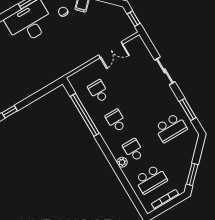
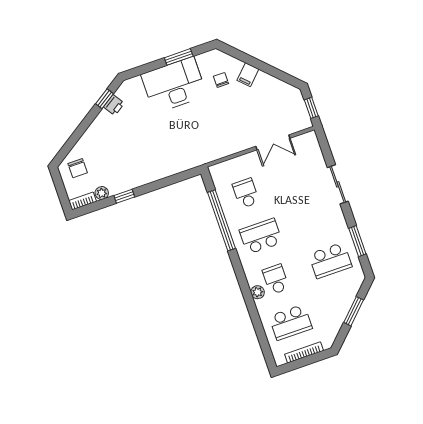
school desk: (116, 121) -> (261, 236), width x1.85
window: (192, 174) -> (354, 311), moved

